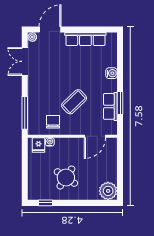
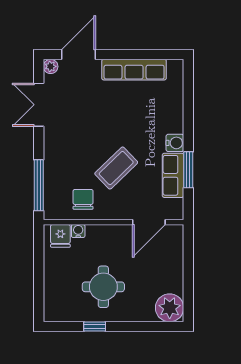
water cooler: (112, 73) -> (175, 143), moved
round table: (66, 178) -> (103, 287), turned -34
window: (45, 203) -> (95, 327), moved

